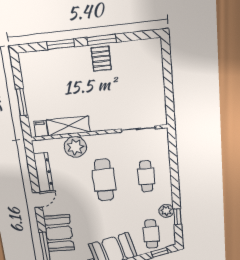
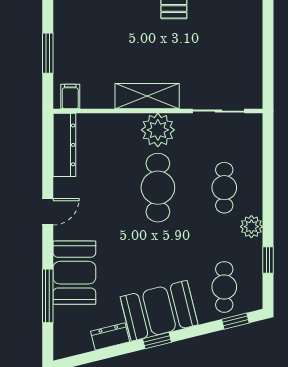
shelving: (68, 126) -> (147, 96), moved
plant: (75, 147) -> (158, 130), moved
dresser: (43, 172) -> (64, 145), moved
plant: (166, 211) -> (251, 227), moved

